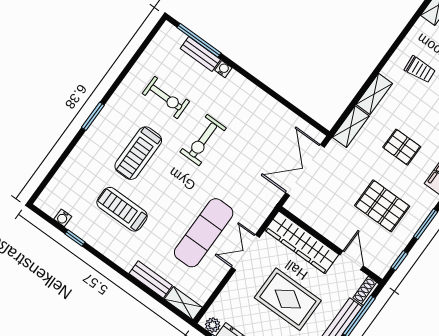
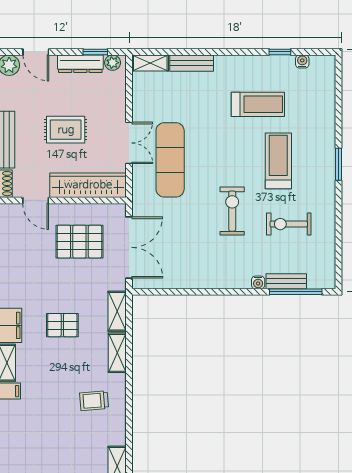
pallet: (382, 206) -> (79, 242), moved
exercise mat: (204, 233) -> (170, 160), moved
rug: (288, 299) -> (66, 130), width x0.73, depth x0.70

